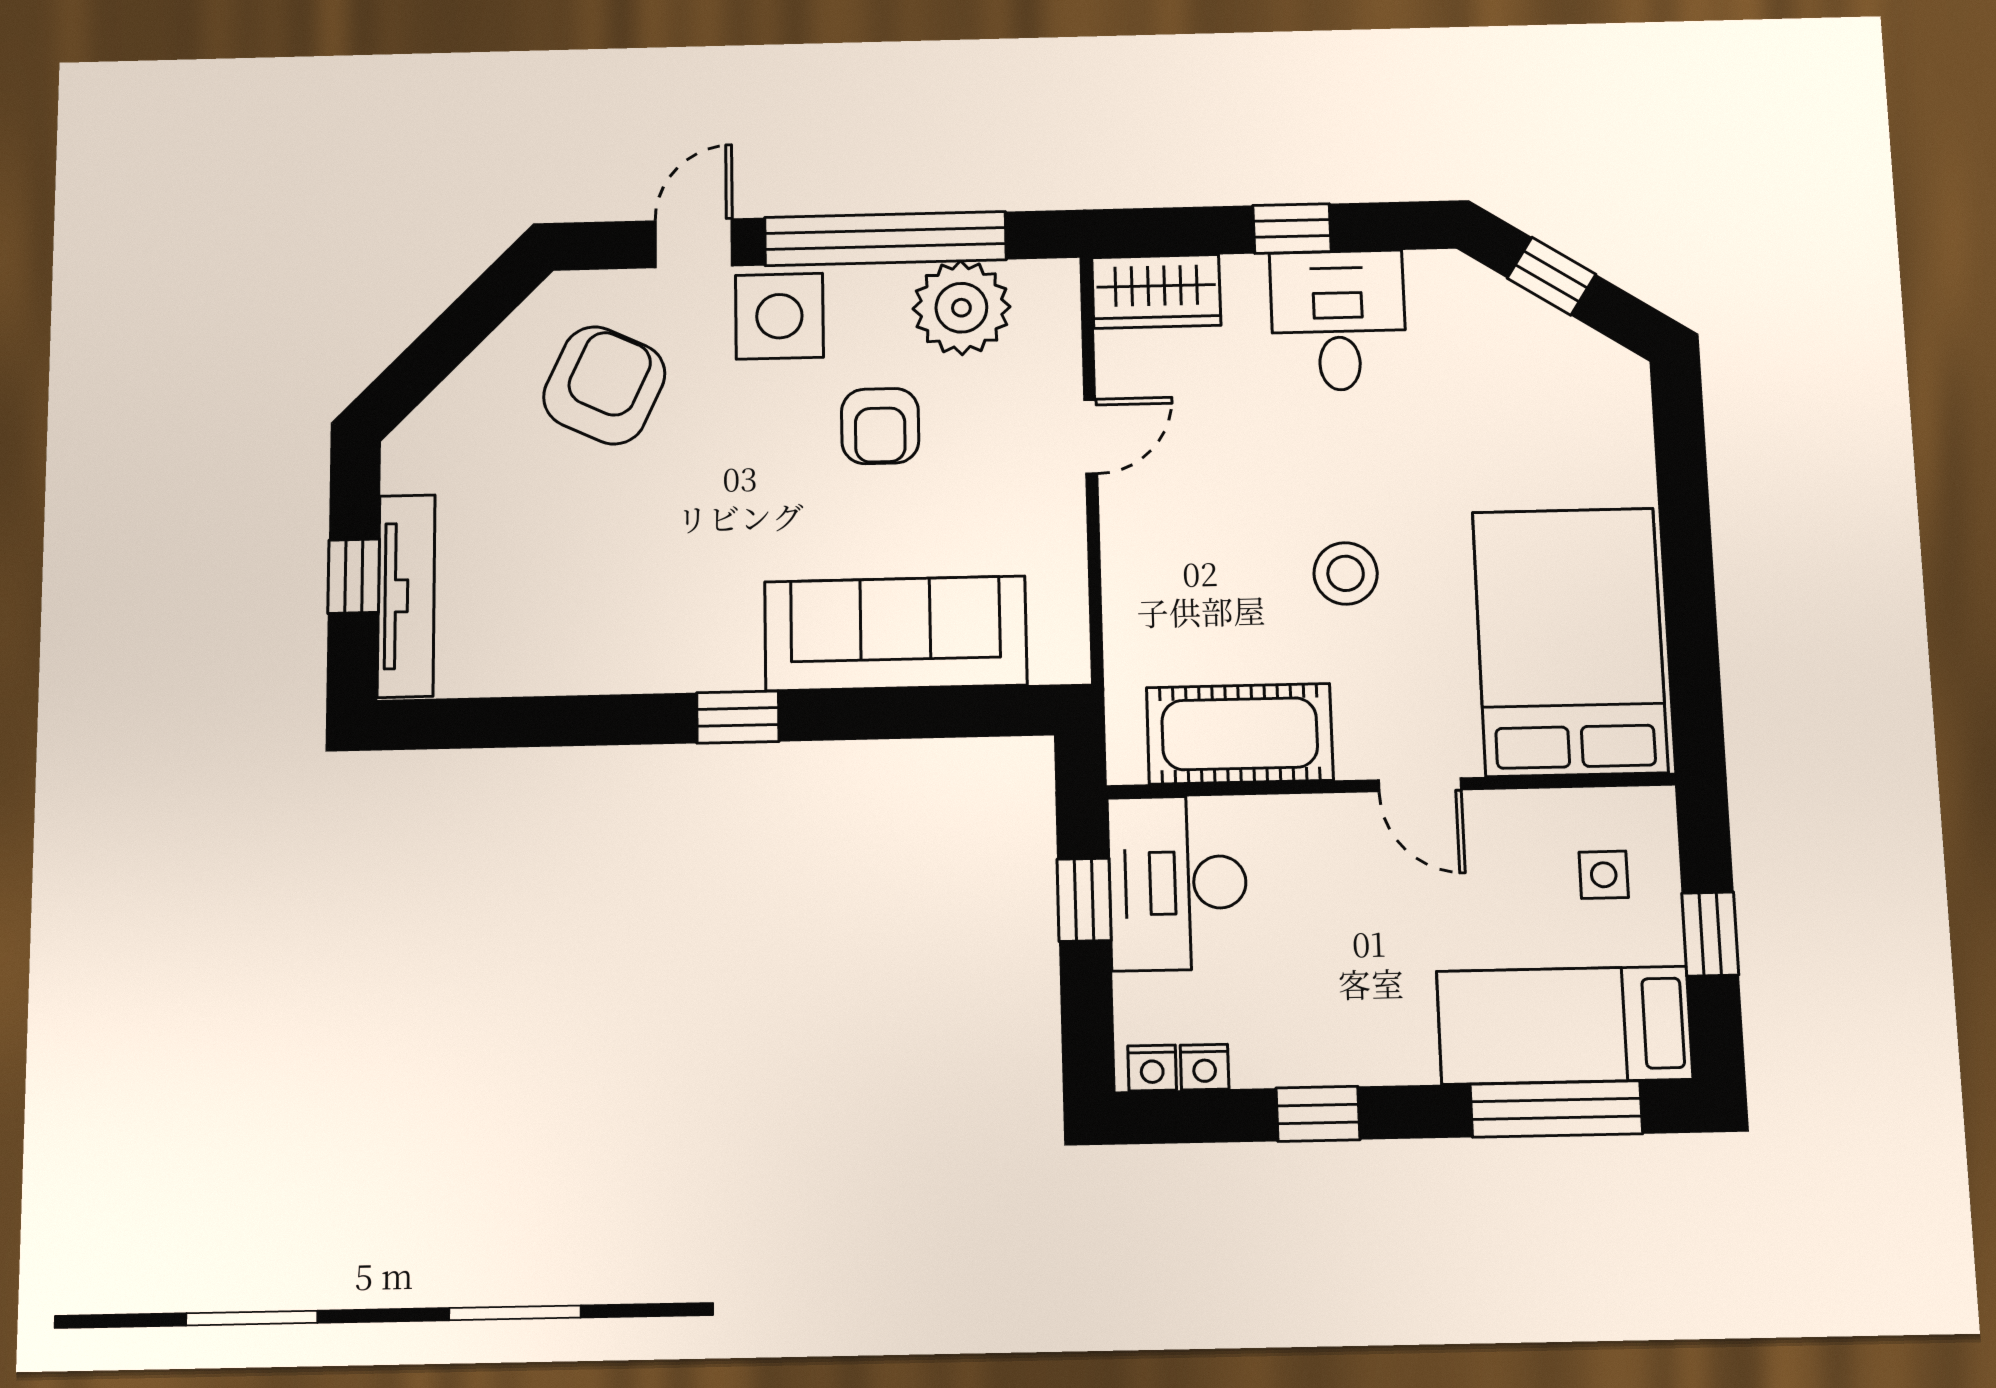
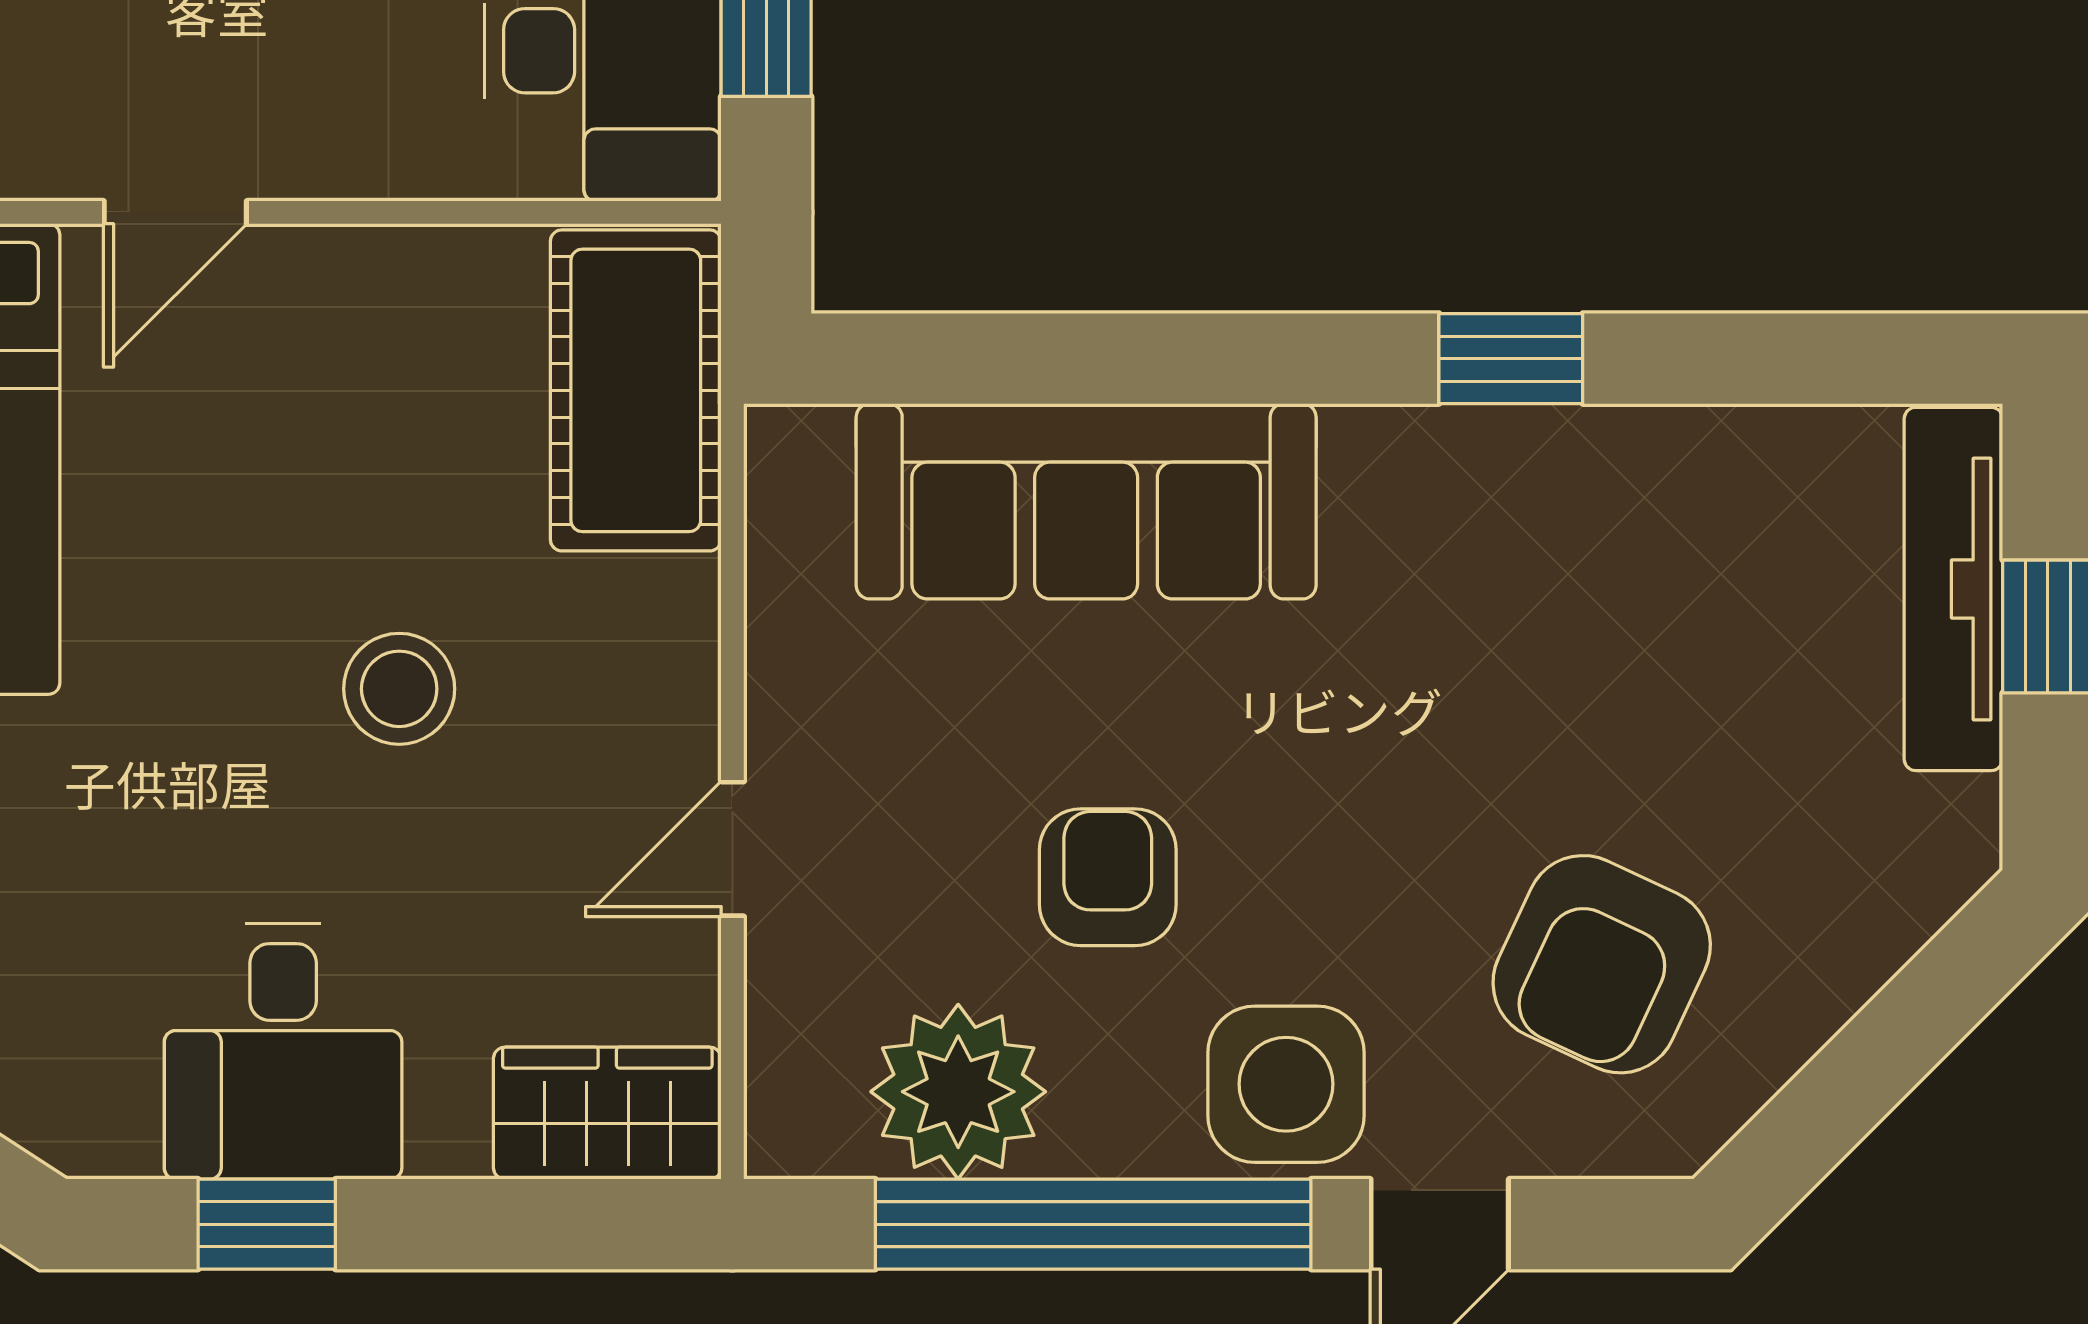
window: (1292, 229) -> (267, 1224), moved
stool: (1346, 573) -> (399, 689), moved
window: (738, 717) -> (1511, 359), moved
cot: (1240, 734) -> (636, 390), moved, turned 90
door: (1420, 785) -> (175, 212), swing flipped

